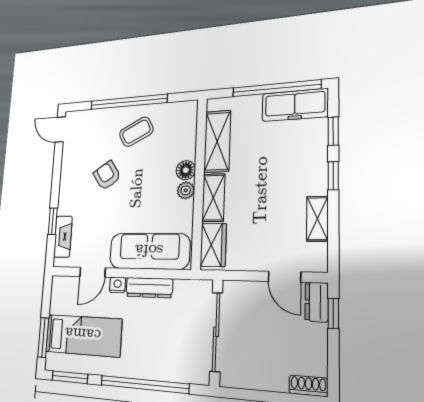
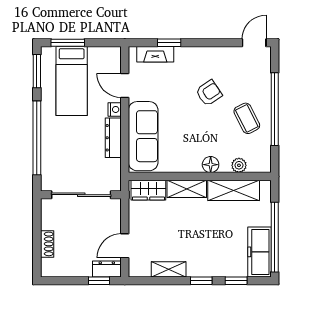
plant: (186, 190) -> (239, 165), moved
shoe rack: (308, 386) -> (47, 244), moved

